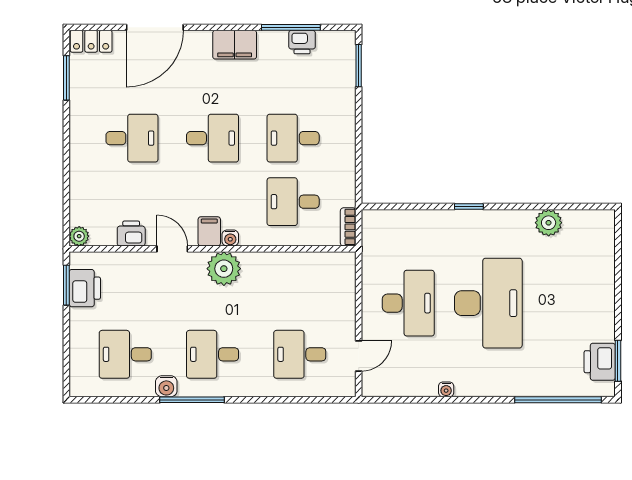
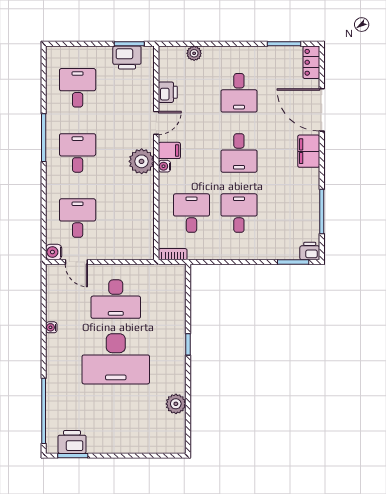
printer: (302, 42) -> (310, 251), moved, turned 90
filing cabinet: (235, 45) -> (309, 151), moved
plant: (79, 236) -> (194, 53), moved
water cooler: (166, 386) -> (54, 252), moved

